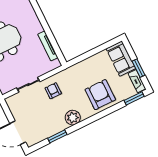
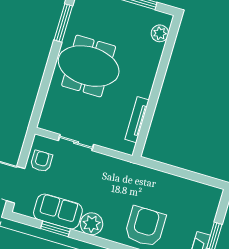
sofa: (121, 59) -> (58, 212), moved, turned 90
armchair: (53, 91) -> (41, 161), moved

